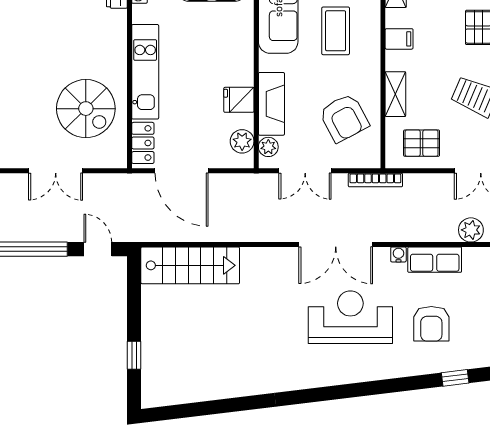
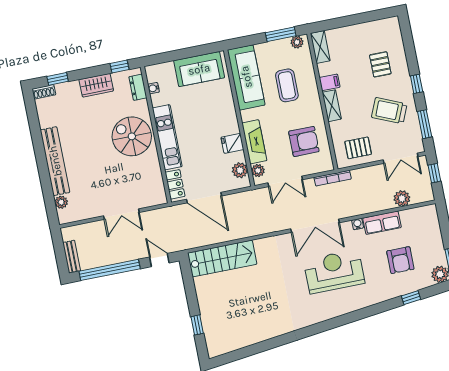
shelving: (395, 94) -> (332, 106), moved
spiral stairs: (86, 109) -> (132, 136), moved, turned 180
armchair: (344, 118) -> (304, 141), turned -62
armchair: (431, 324) -> (400, 260), moved

